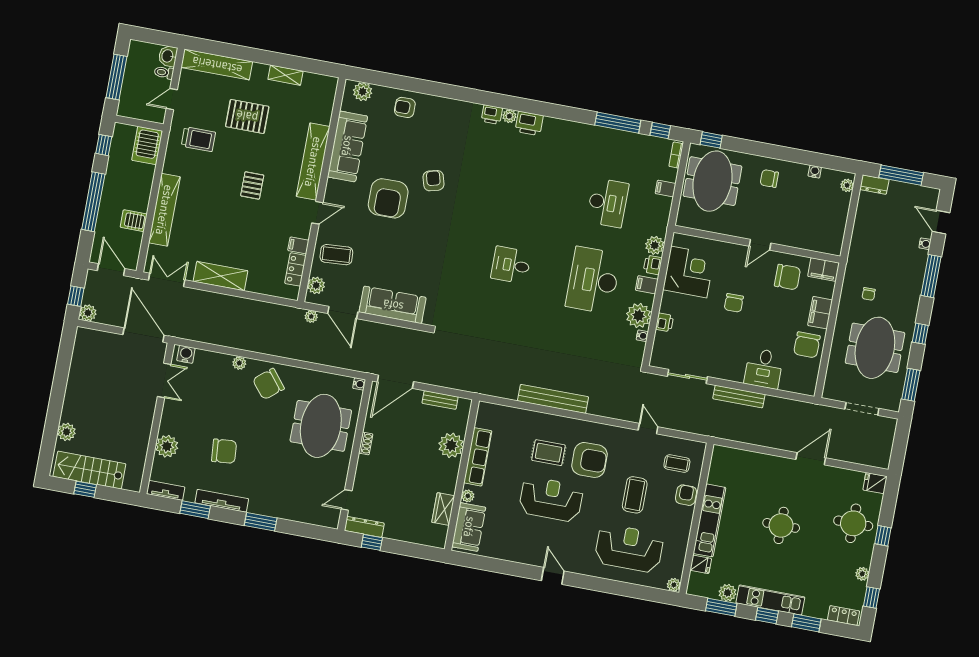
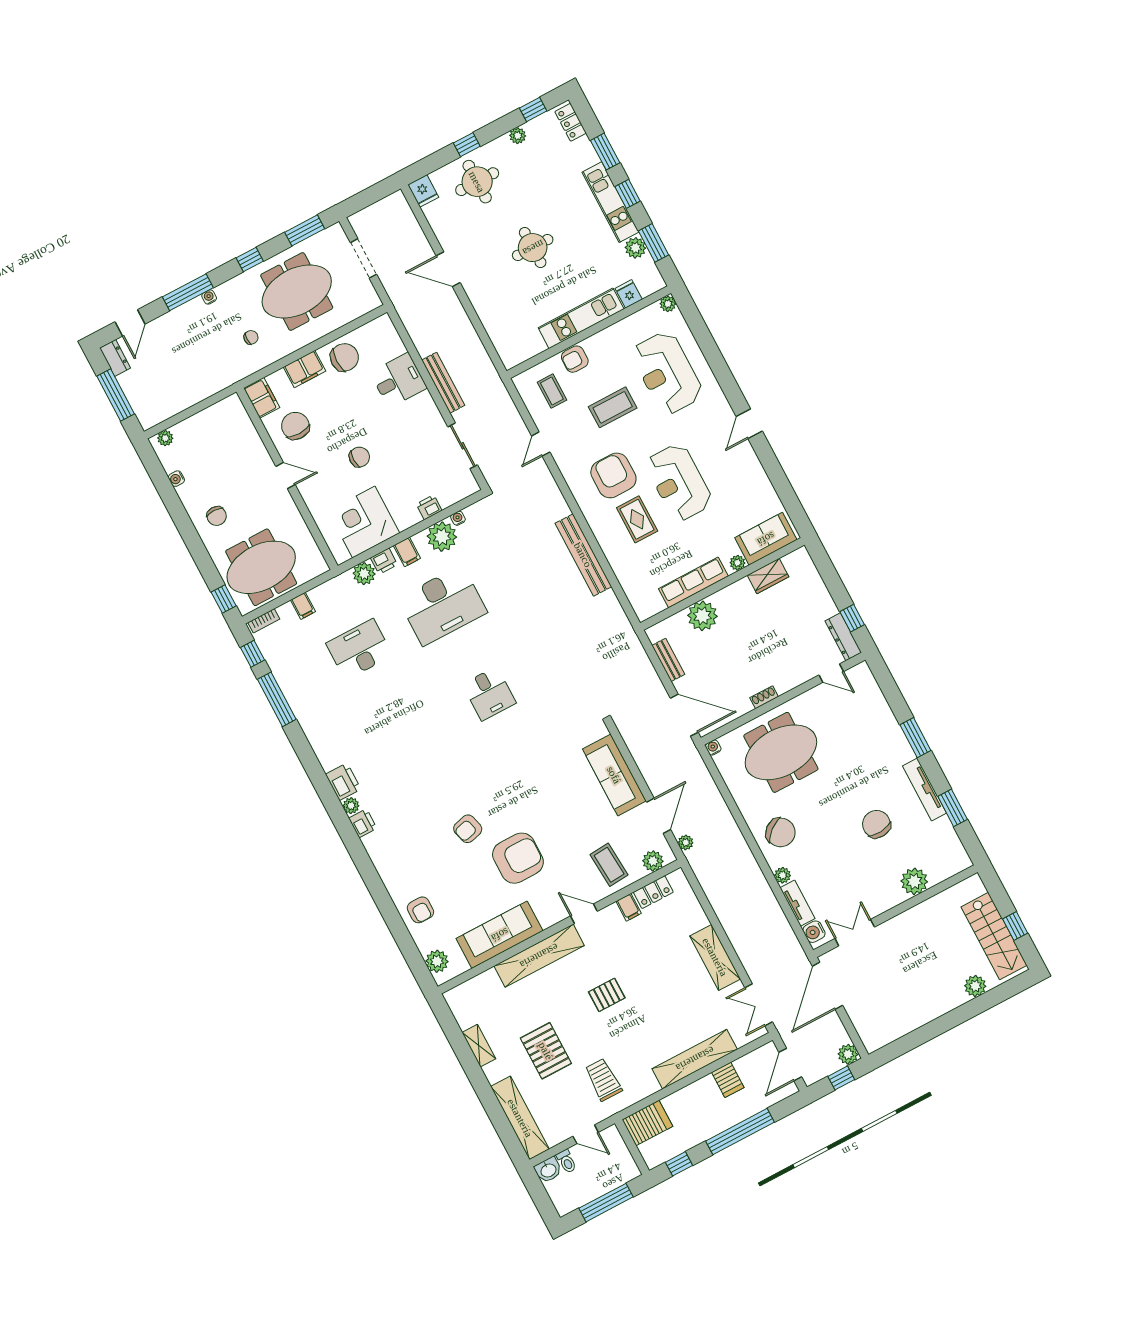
dresser: (874, 185) -> (115, 358), moved
water cooler: (925, 244) -> (209, 297), moved
tv unit: (166, 490) -> (798, 903), moved, turned 180

